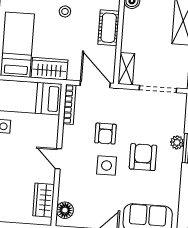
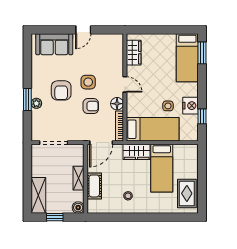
shelving: (126, 69) -> (79, 178), moved
door: (95, 84) -> (101, 143), hinge flipped
armchair: (105, 134) -> (91, 106), turned 90
floor lamp: (65, 210) -> (117, 104), moved

